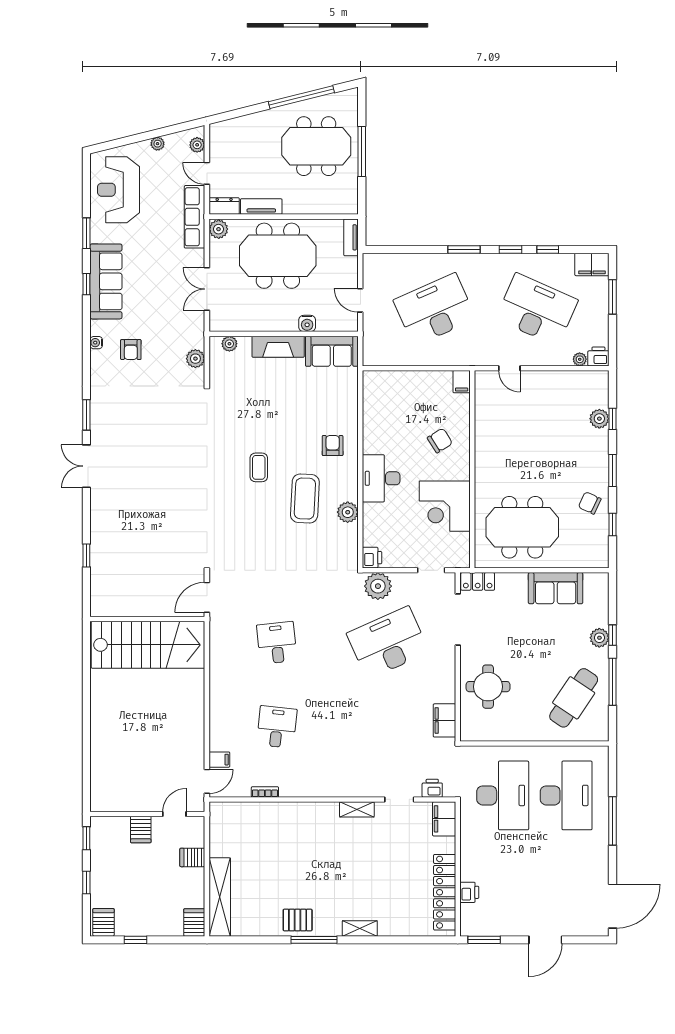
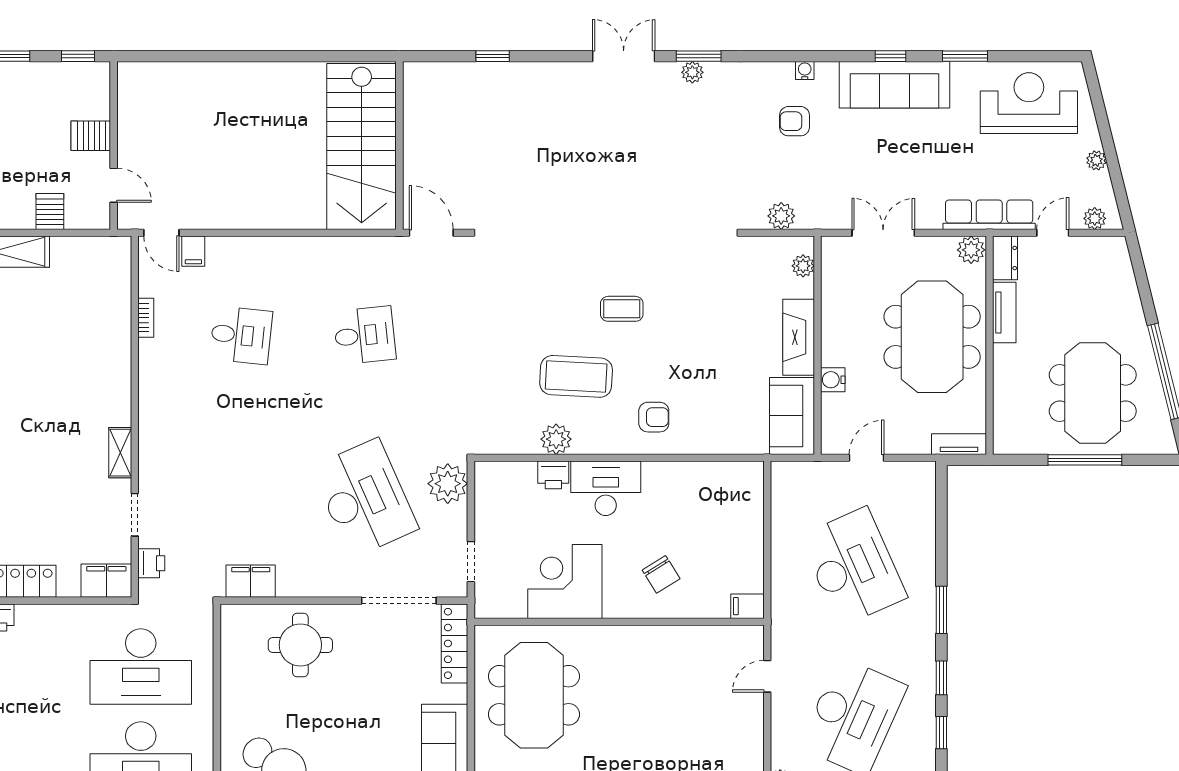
plant: (97, 419) -> (692, 72), added
printer: (372, 558) -> (553, 475), moved
locker: (478, 581) -> (455, 643), width x1.53

